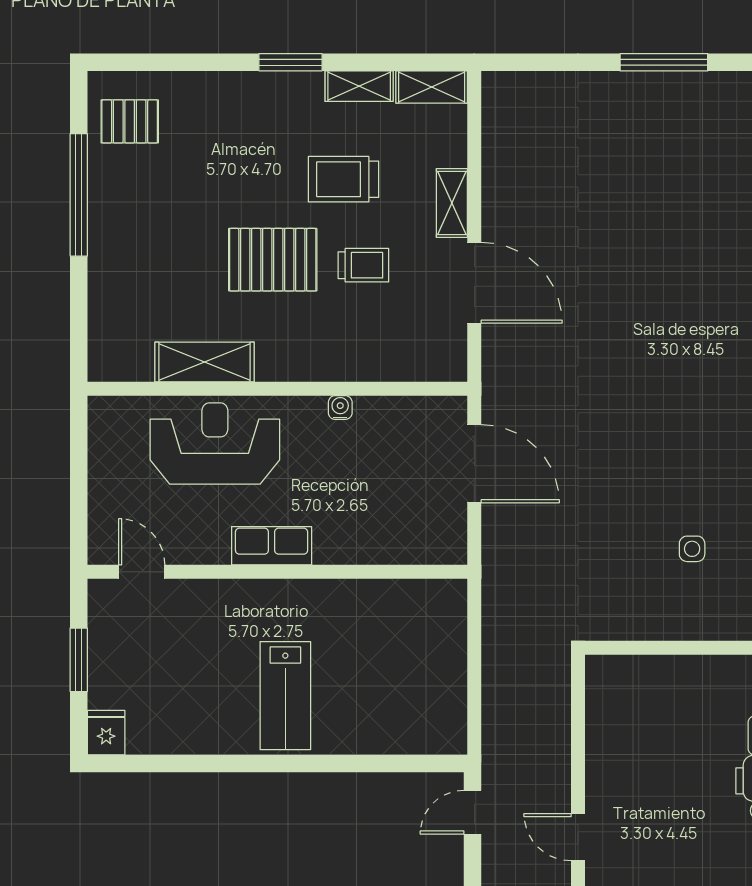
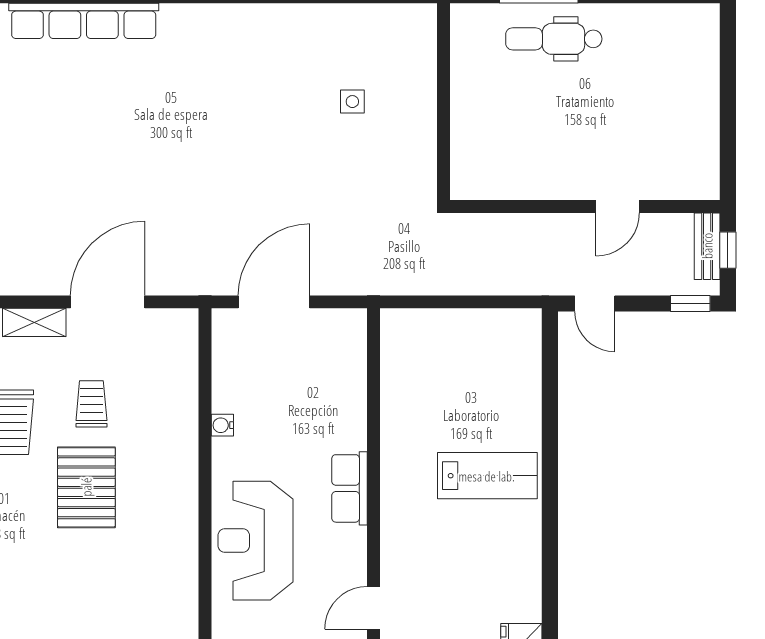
shelving: (205, 362) -> (180, 550), removed

